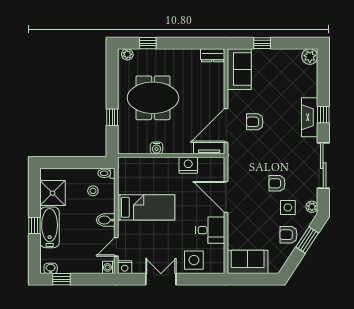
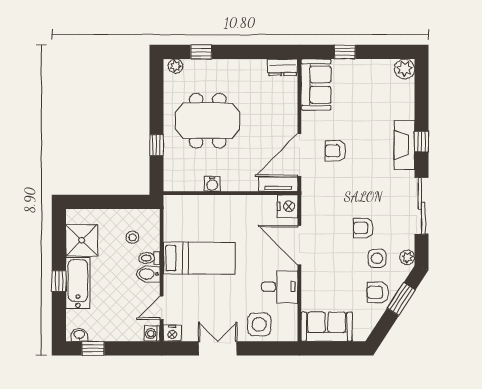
nightstand: (188, 165) -> (287, 206), moved, turned 90
toilet: (106, 173) -> (149, 258), moved

